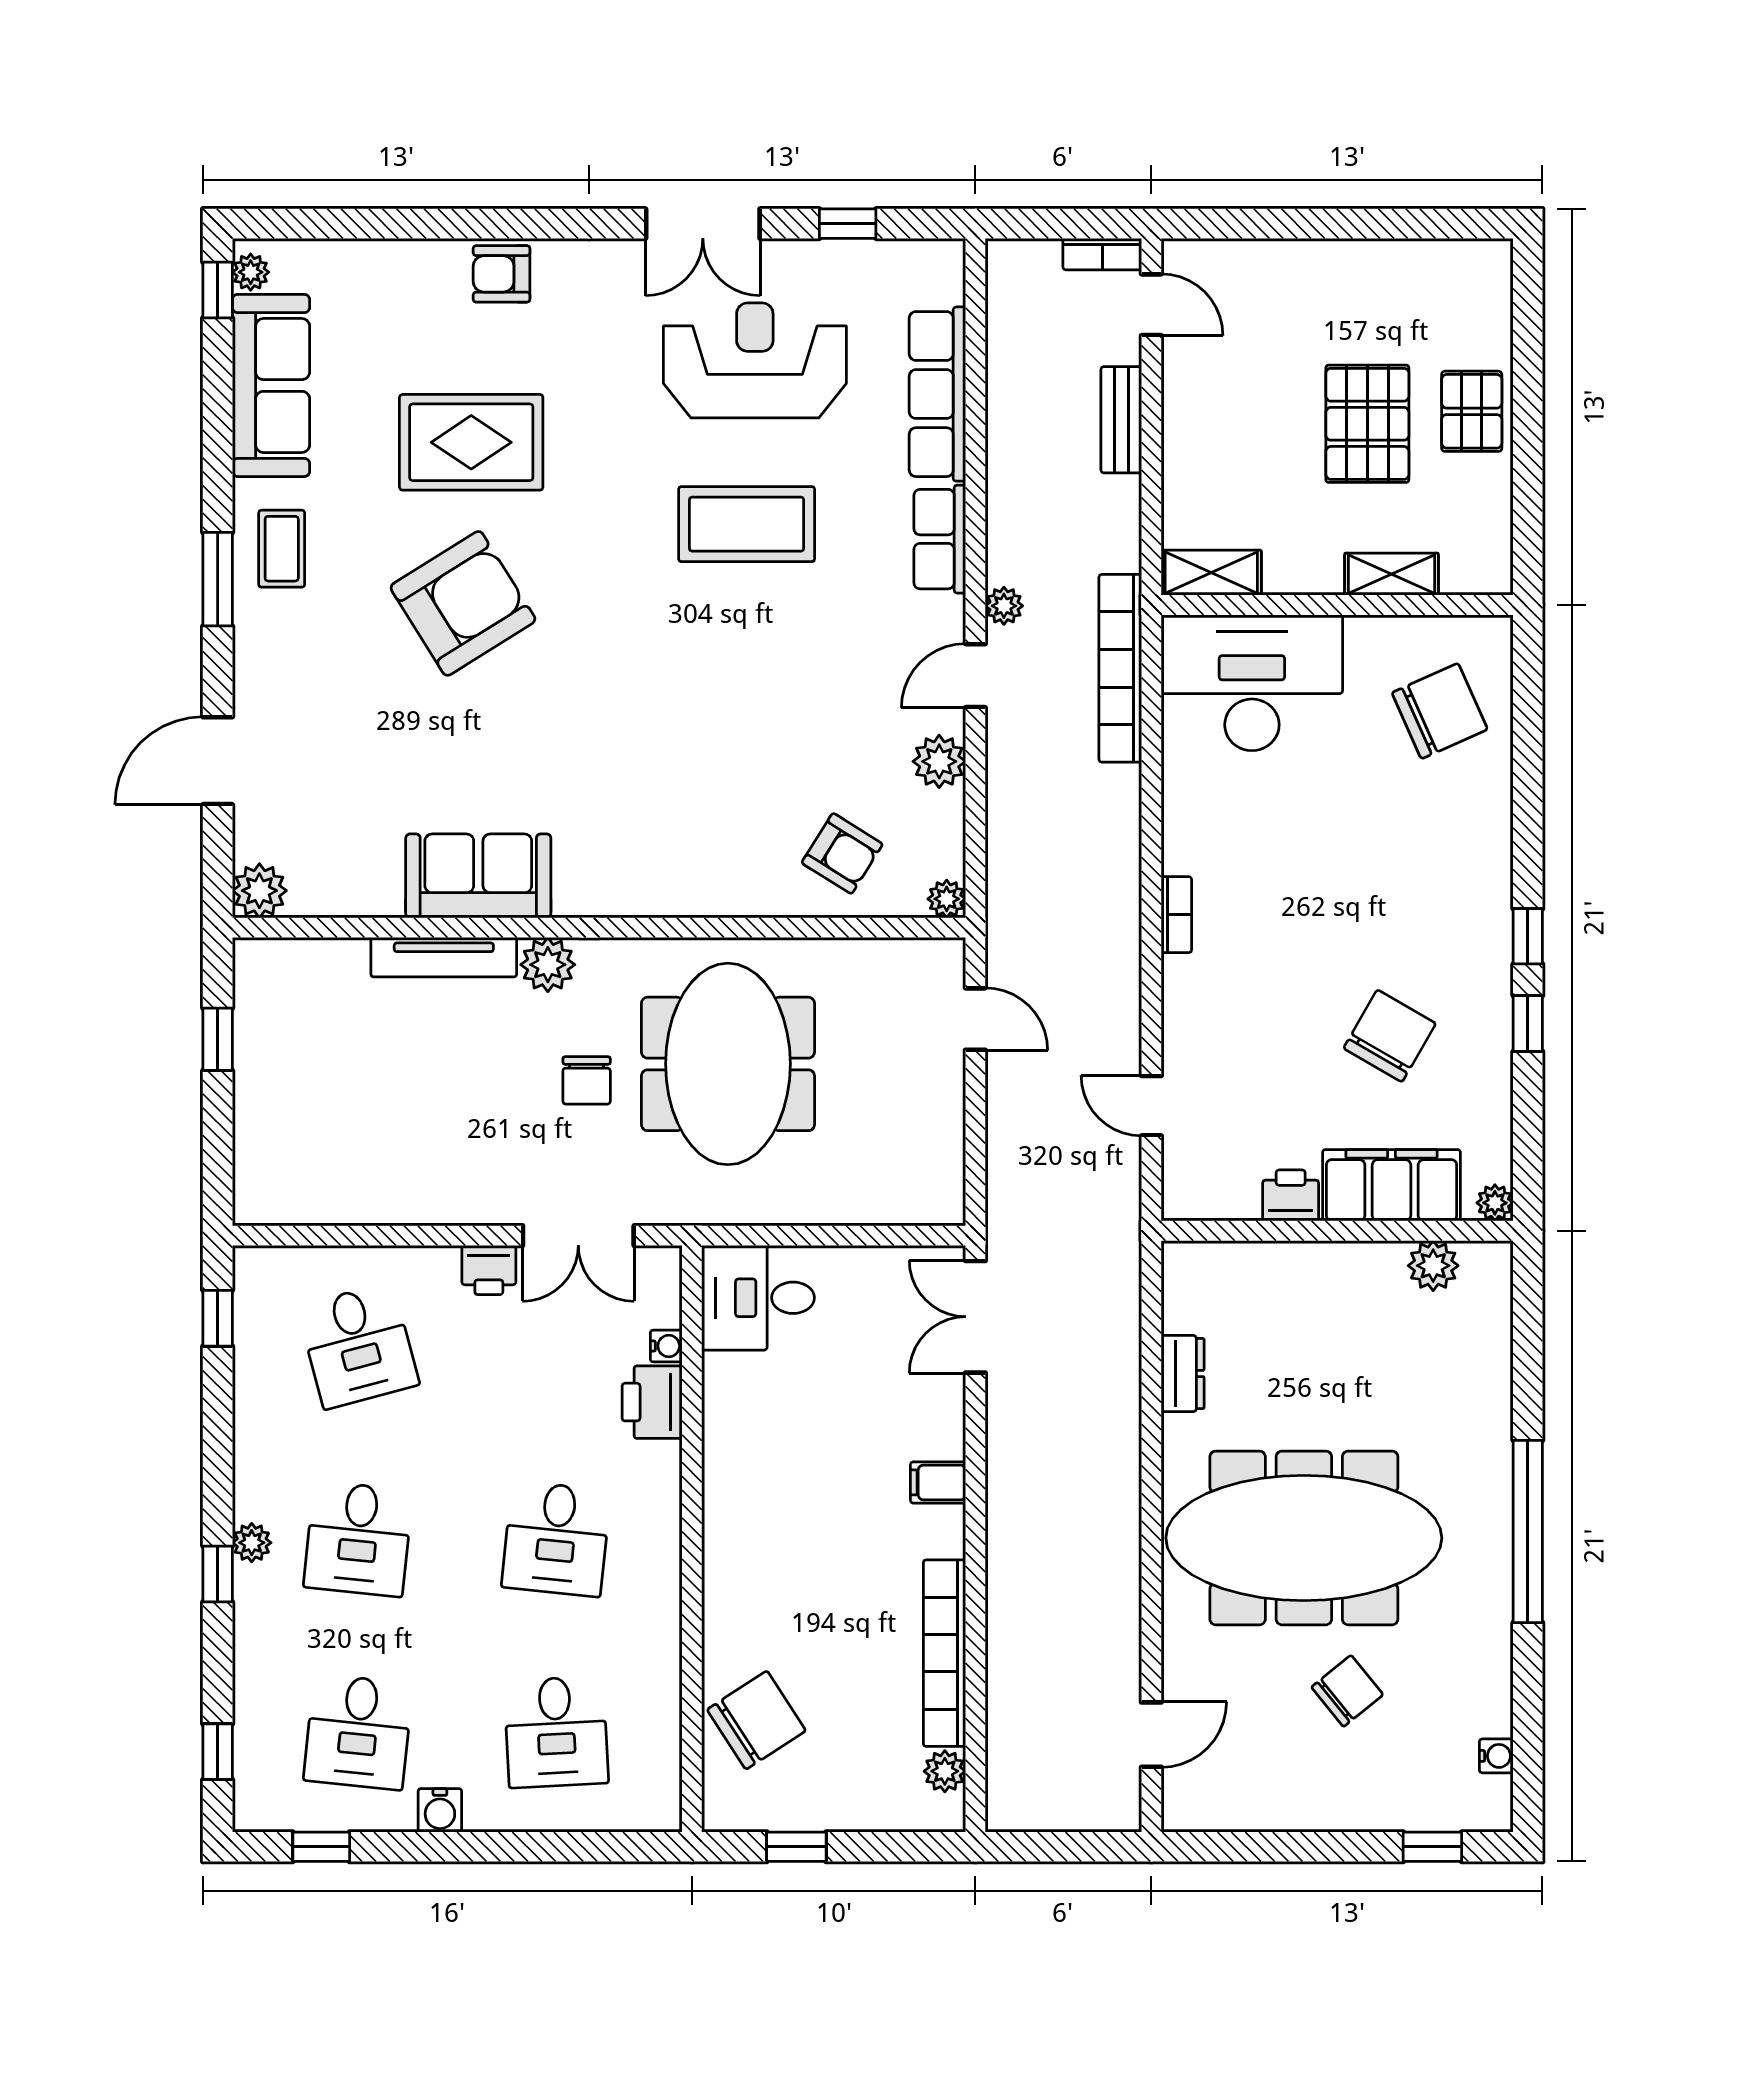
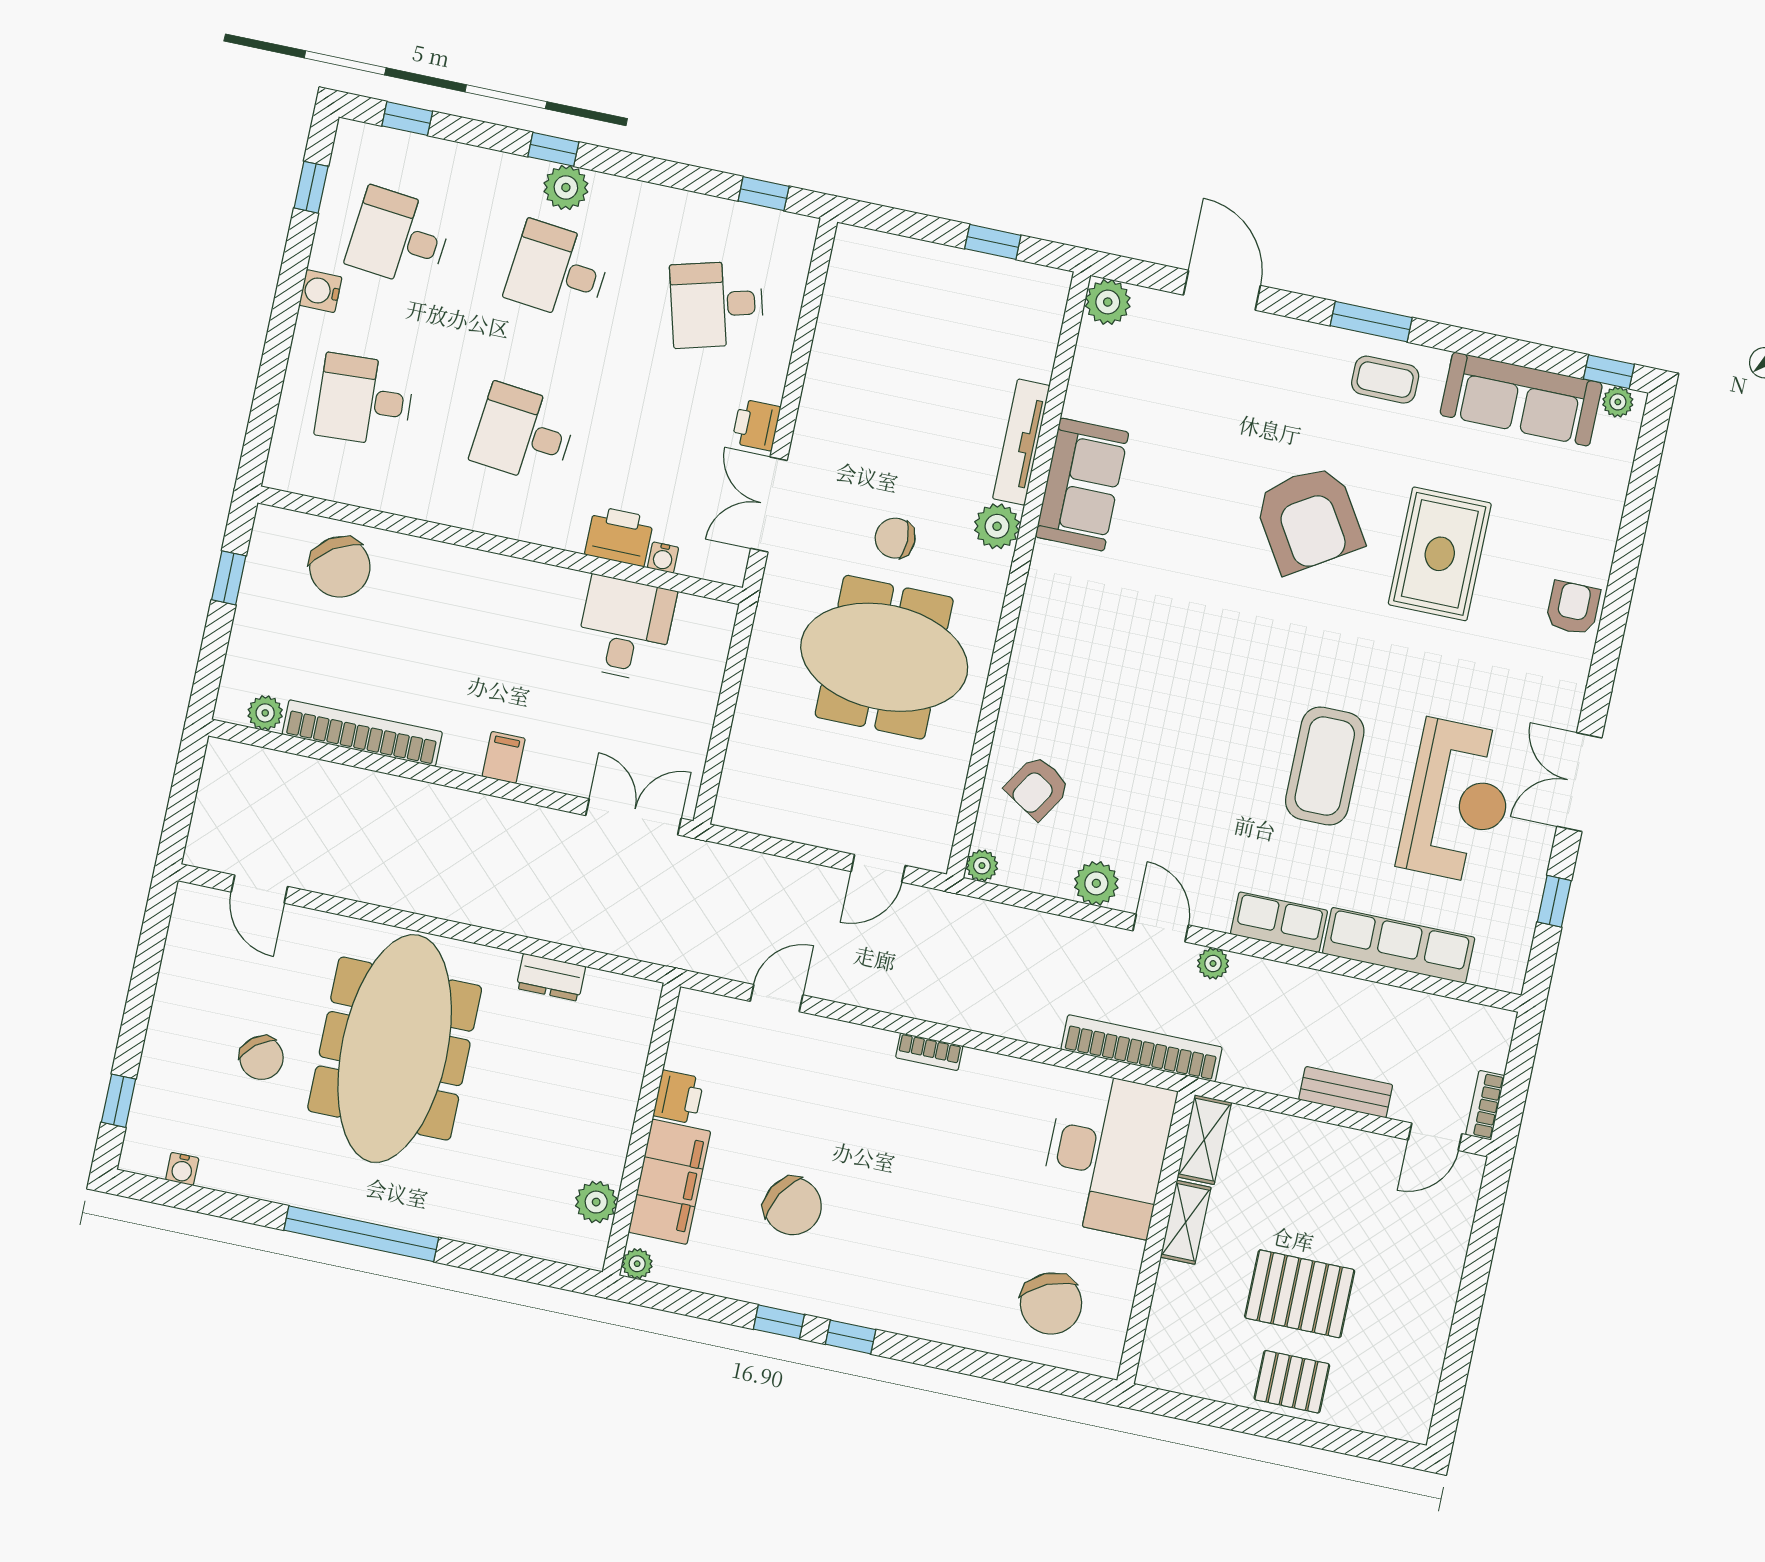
shelving: (1391, 574) -> (1186, 1222), moved
desk: (758, 1298) -> (625, 628), moved
plant: (252, 1543) -> (566, 187), width x1.38, depth x1.38

